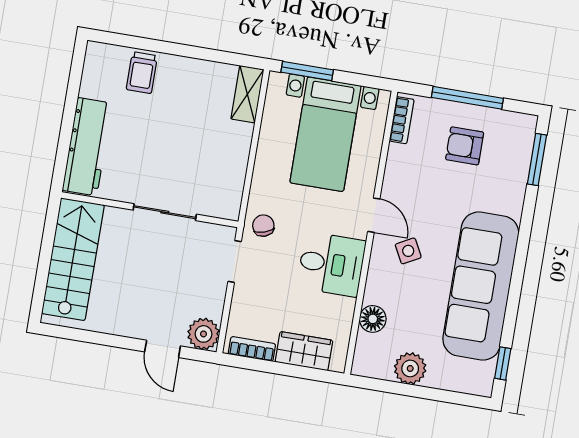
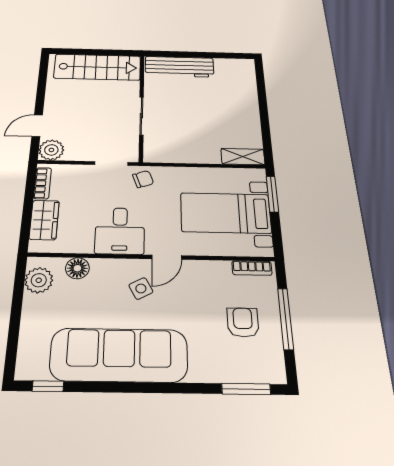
trolley: (142, 73) -> (240, 91), removed
plant: (410, 368) -> (39, 280), moved

